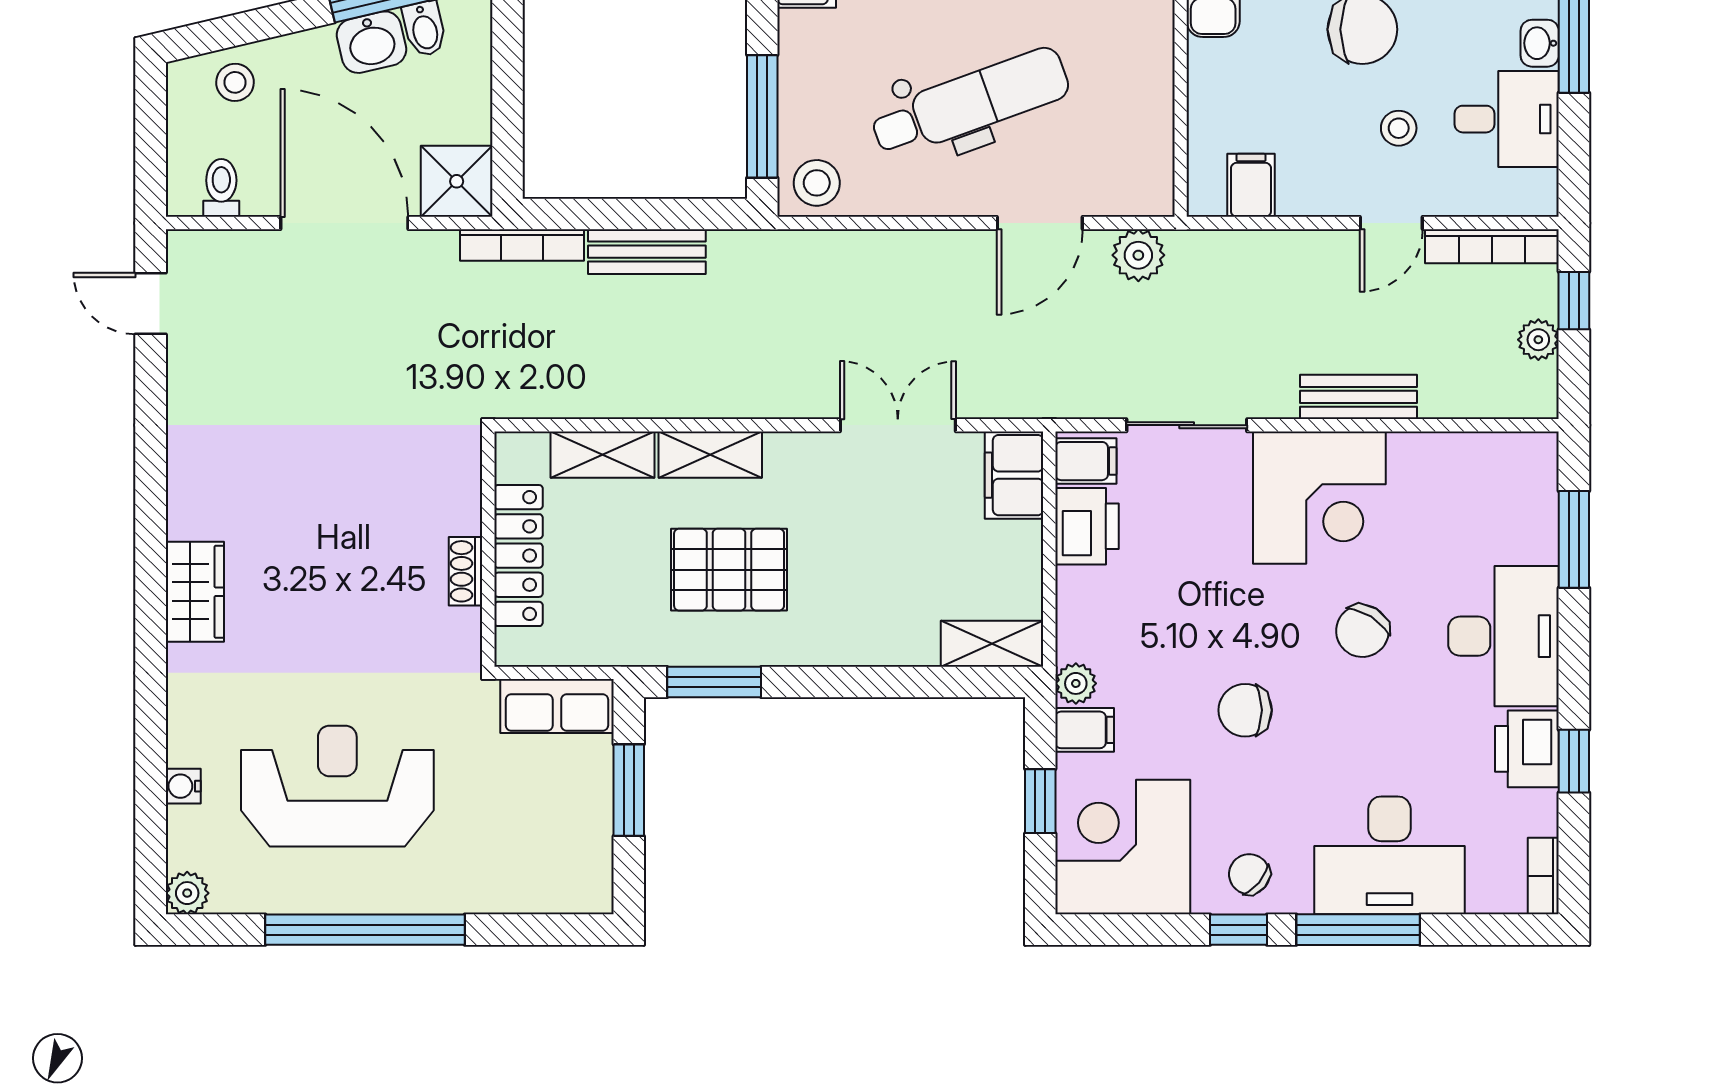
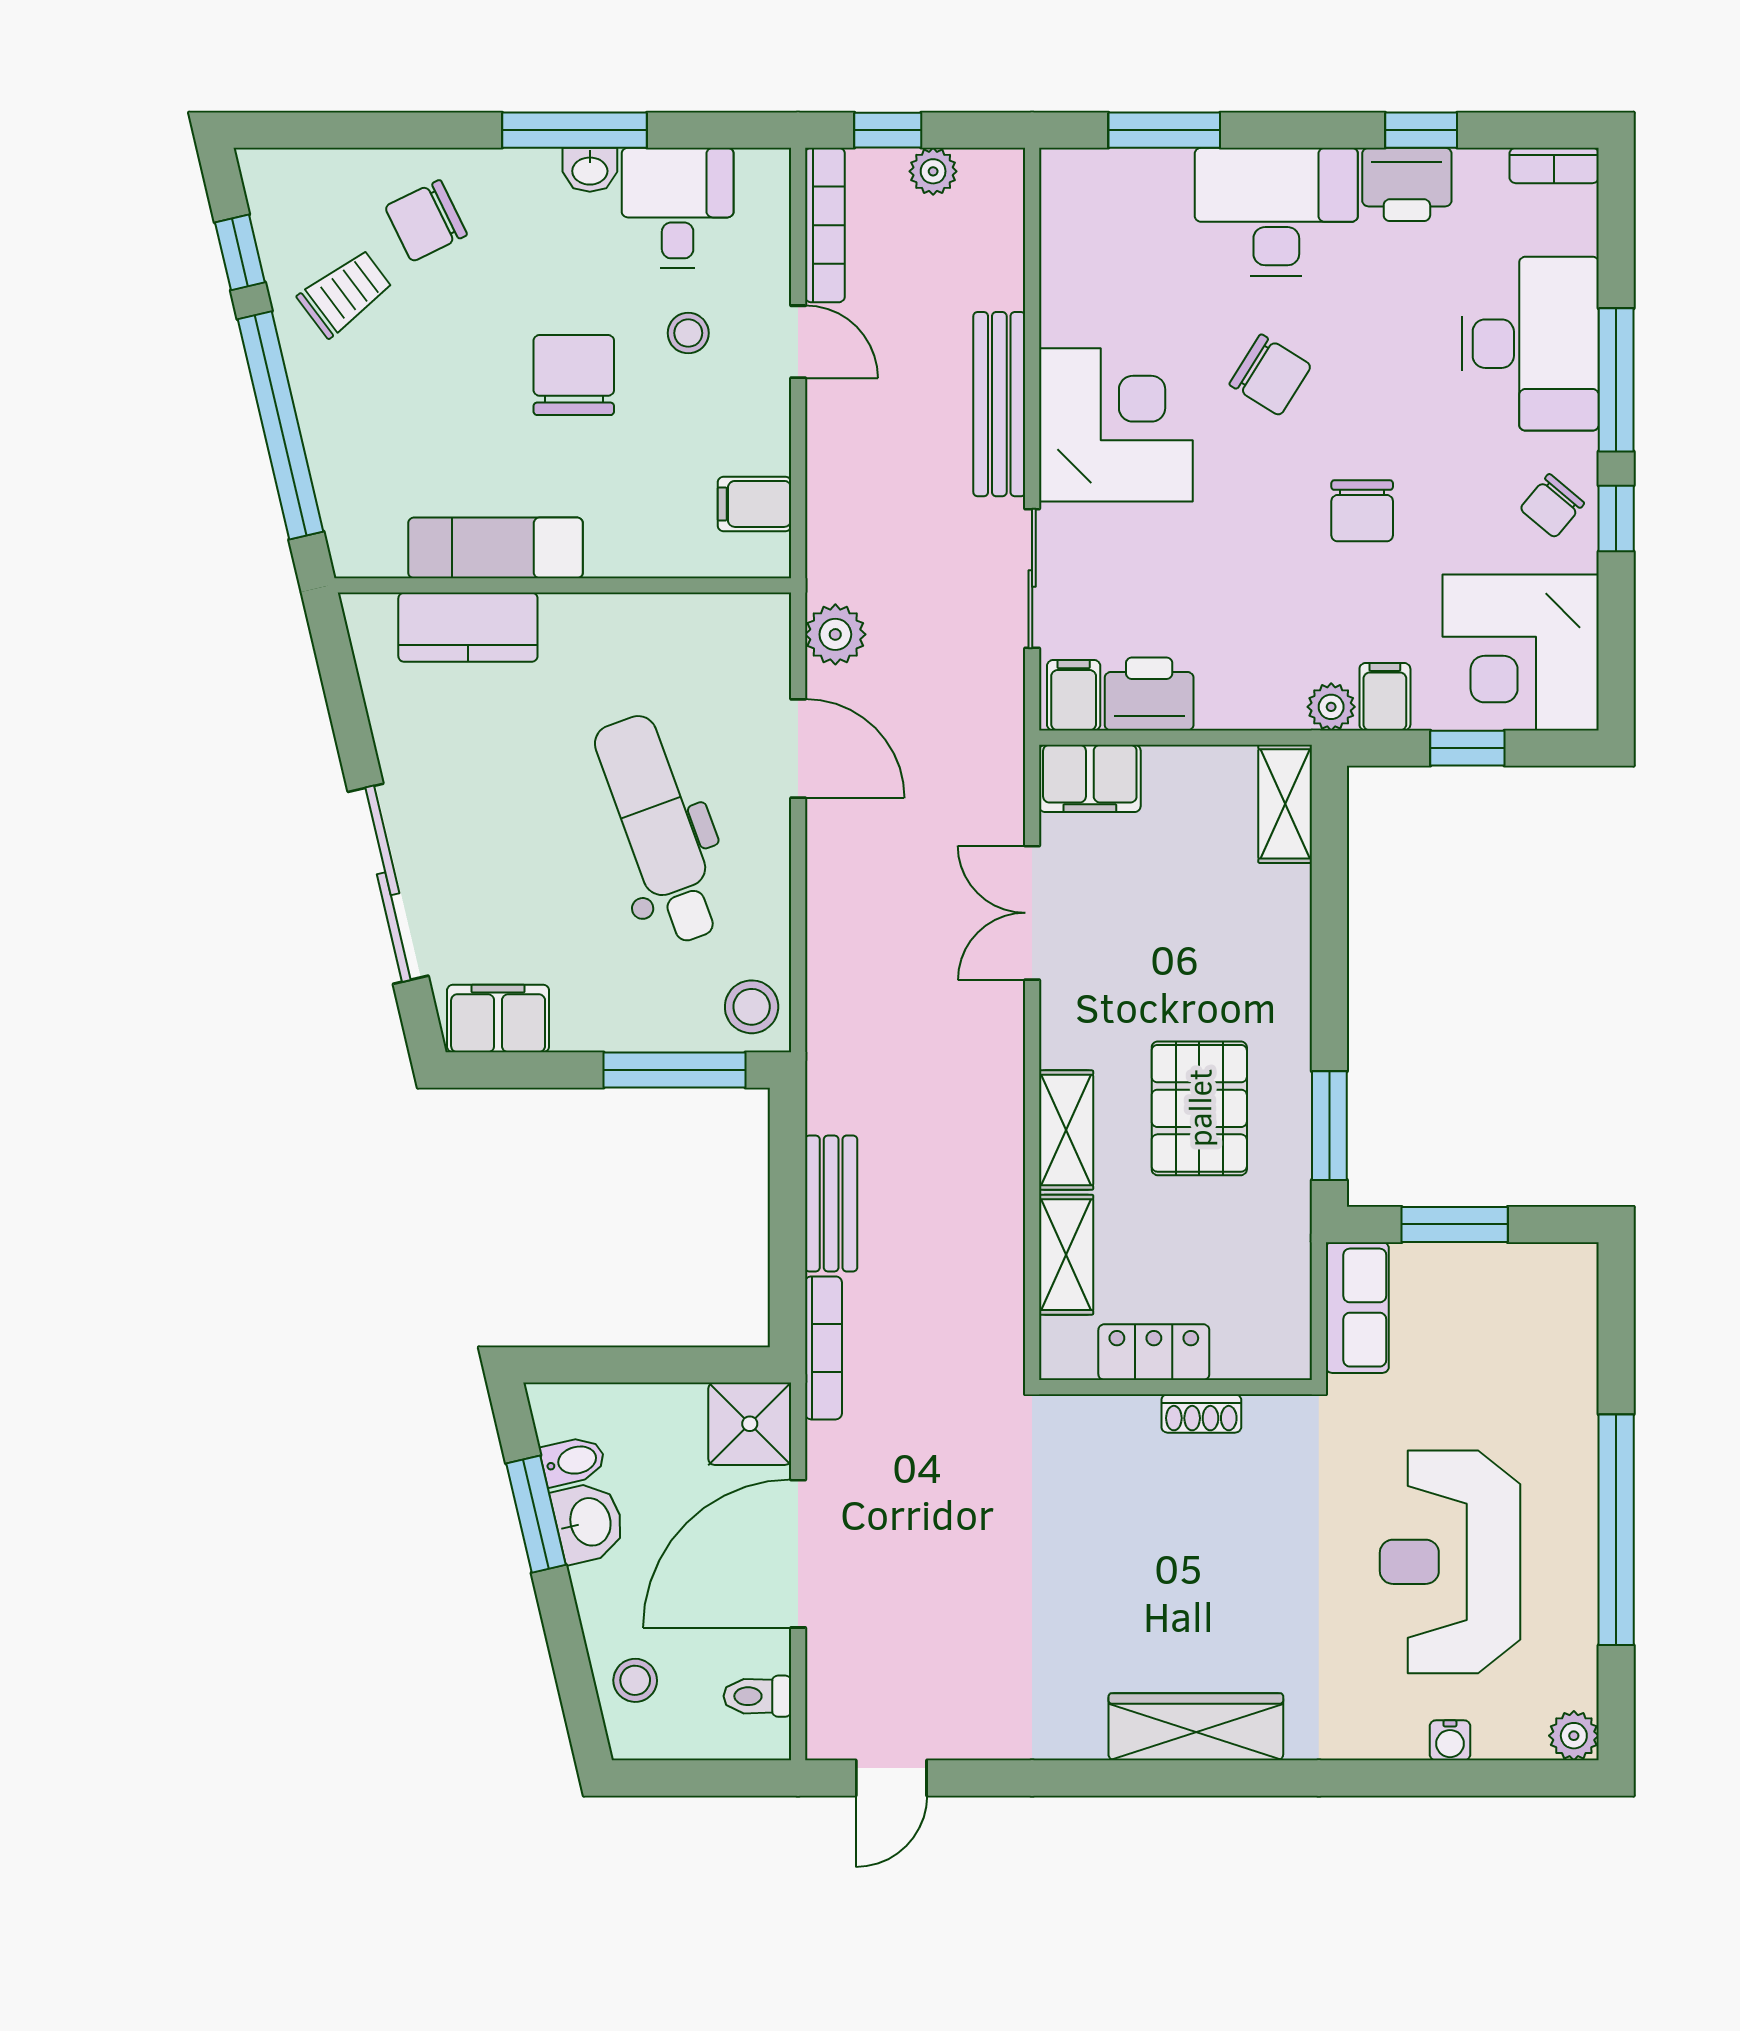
bench: (1358, 397) -> (999, 404), width x1.36
locker: (518, 556) -> (1154, 1352), width x0.66
wardrobe: (195, 592) -> (1196, 1727), width x1.50

